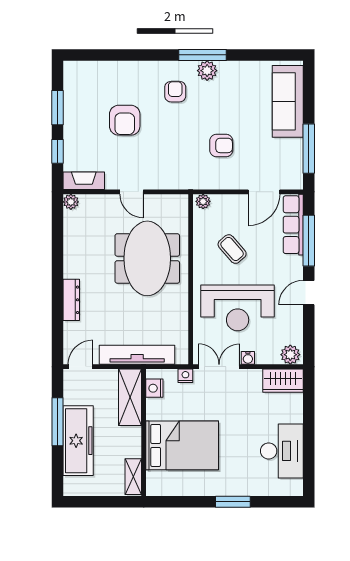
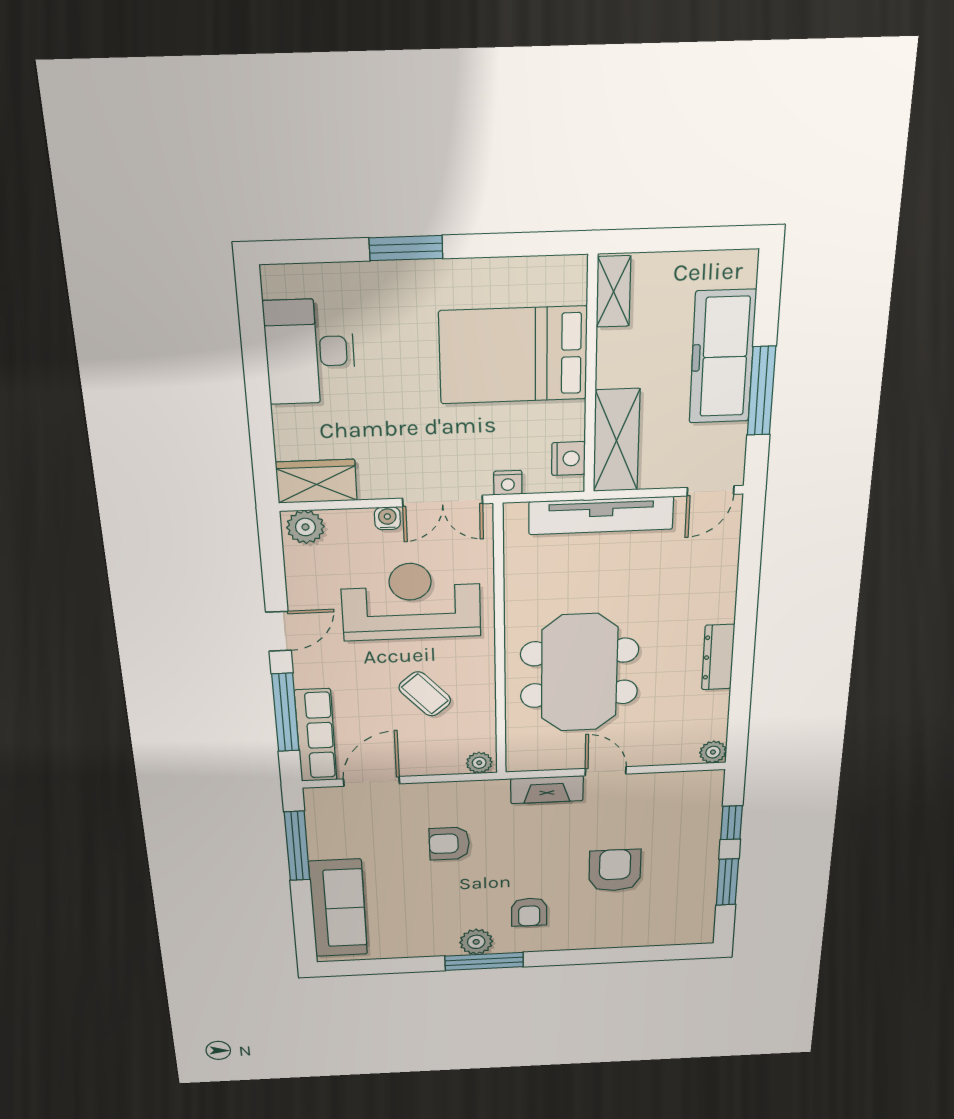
fireplace: (84, 181) -> (547, 790), moved
dresser: (71, 300) -> (718, 657), moved

